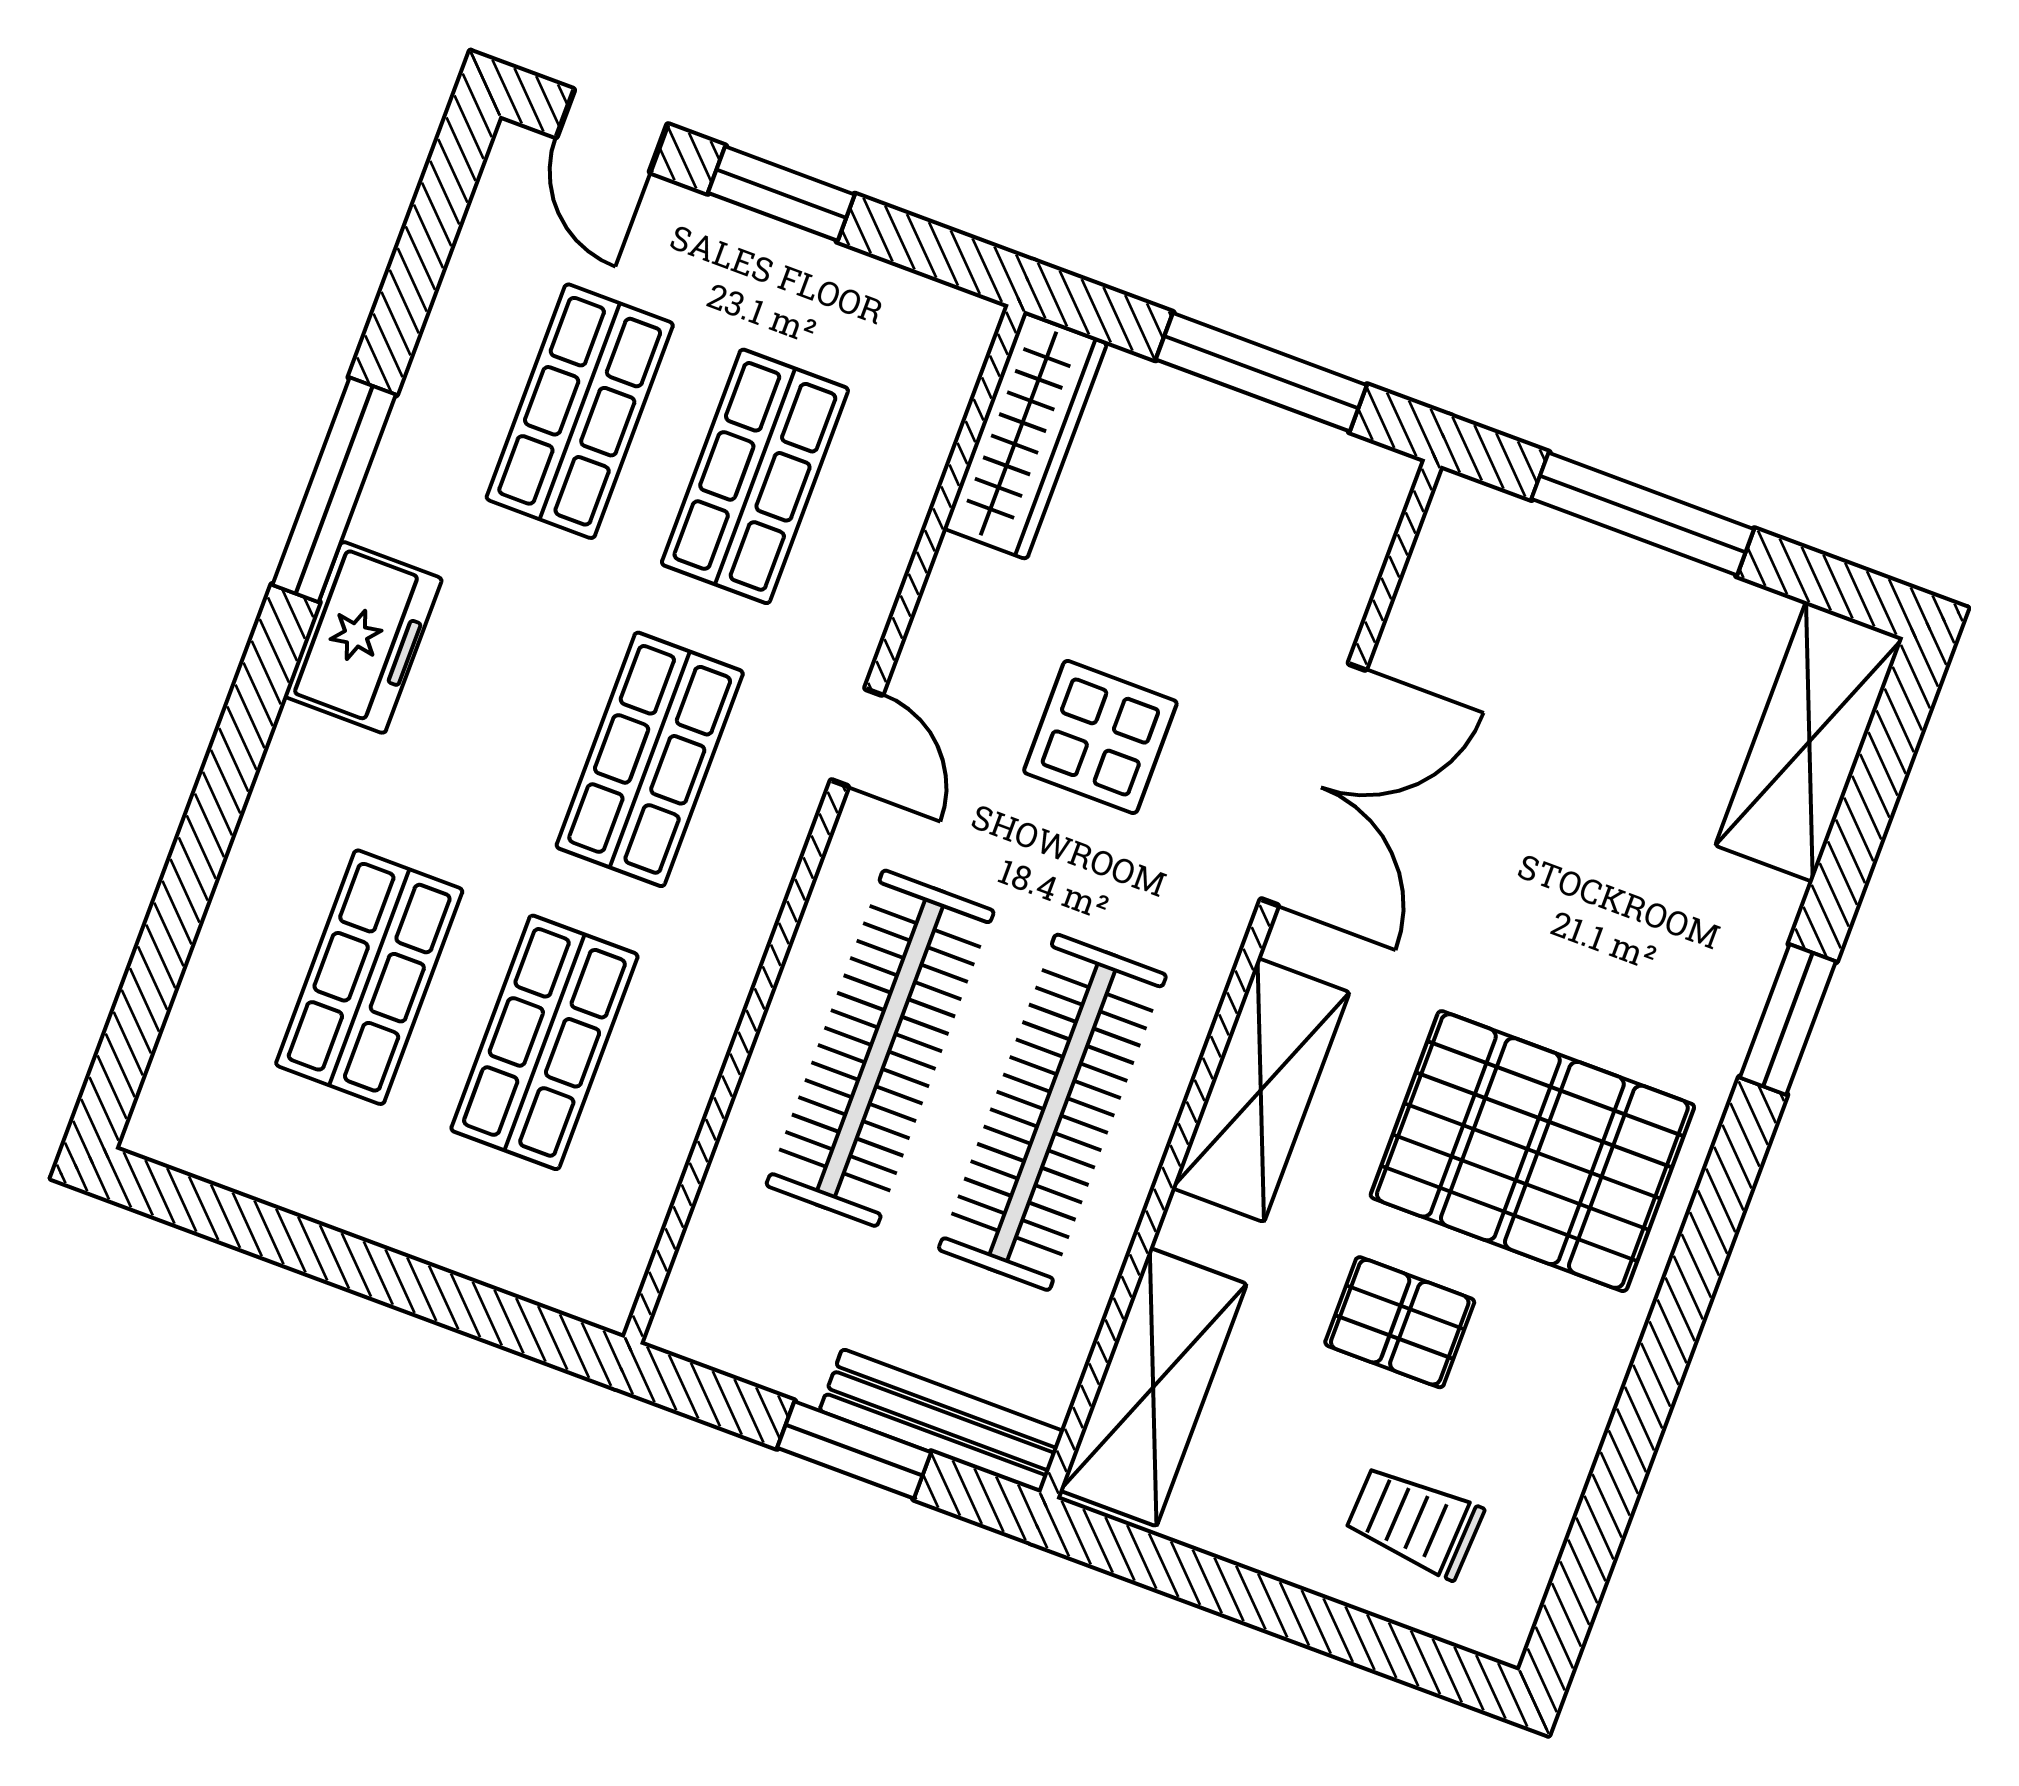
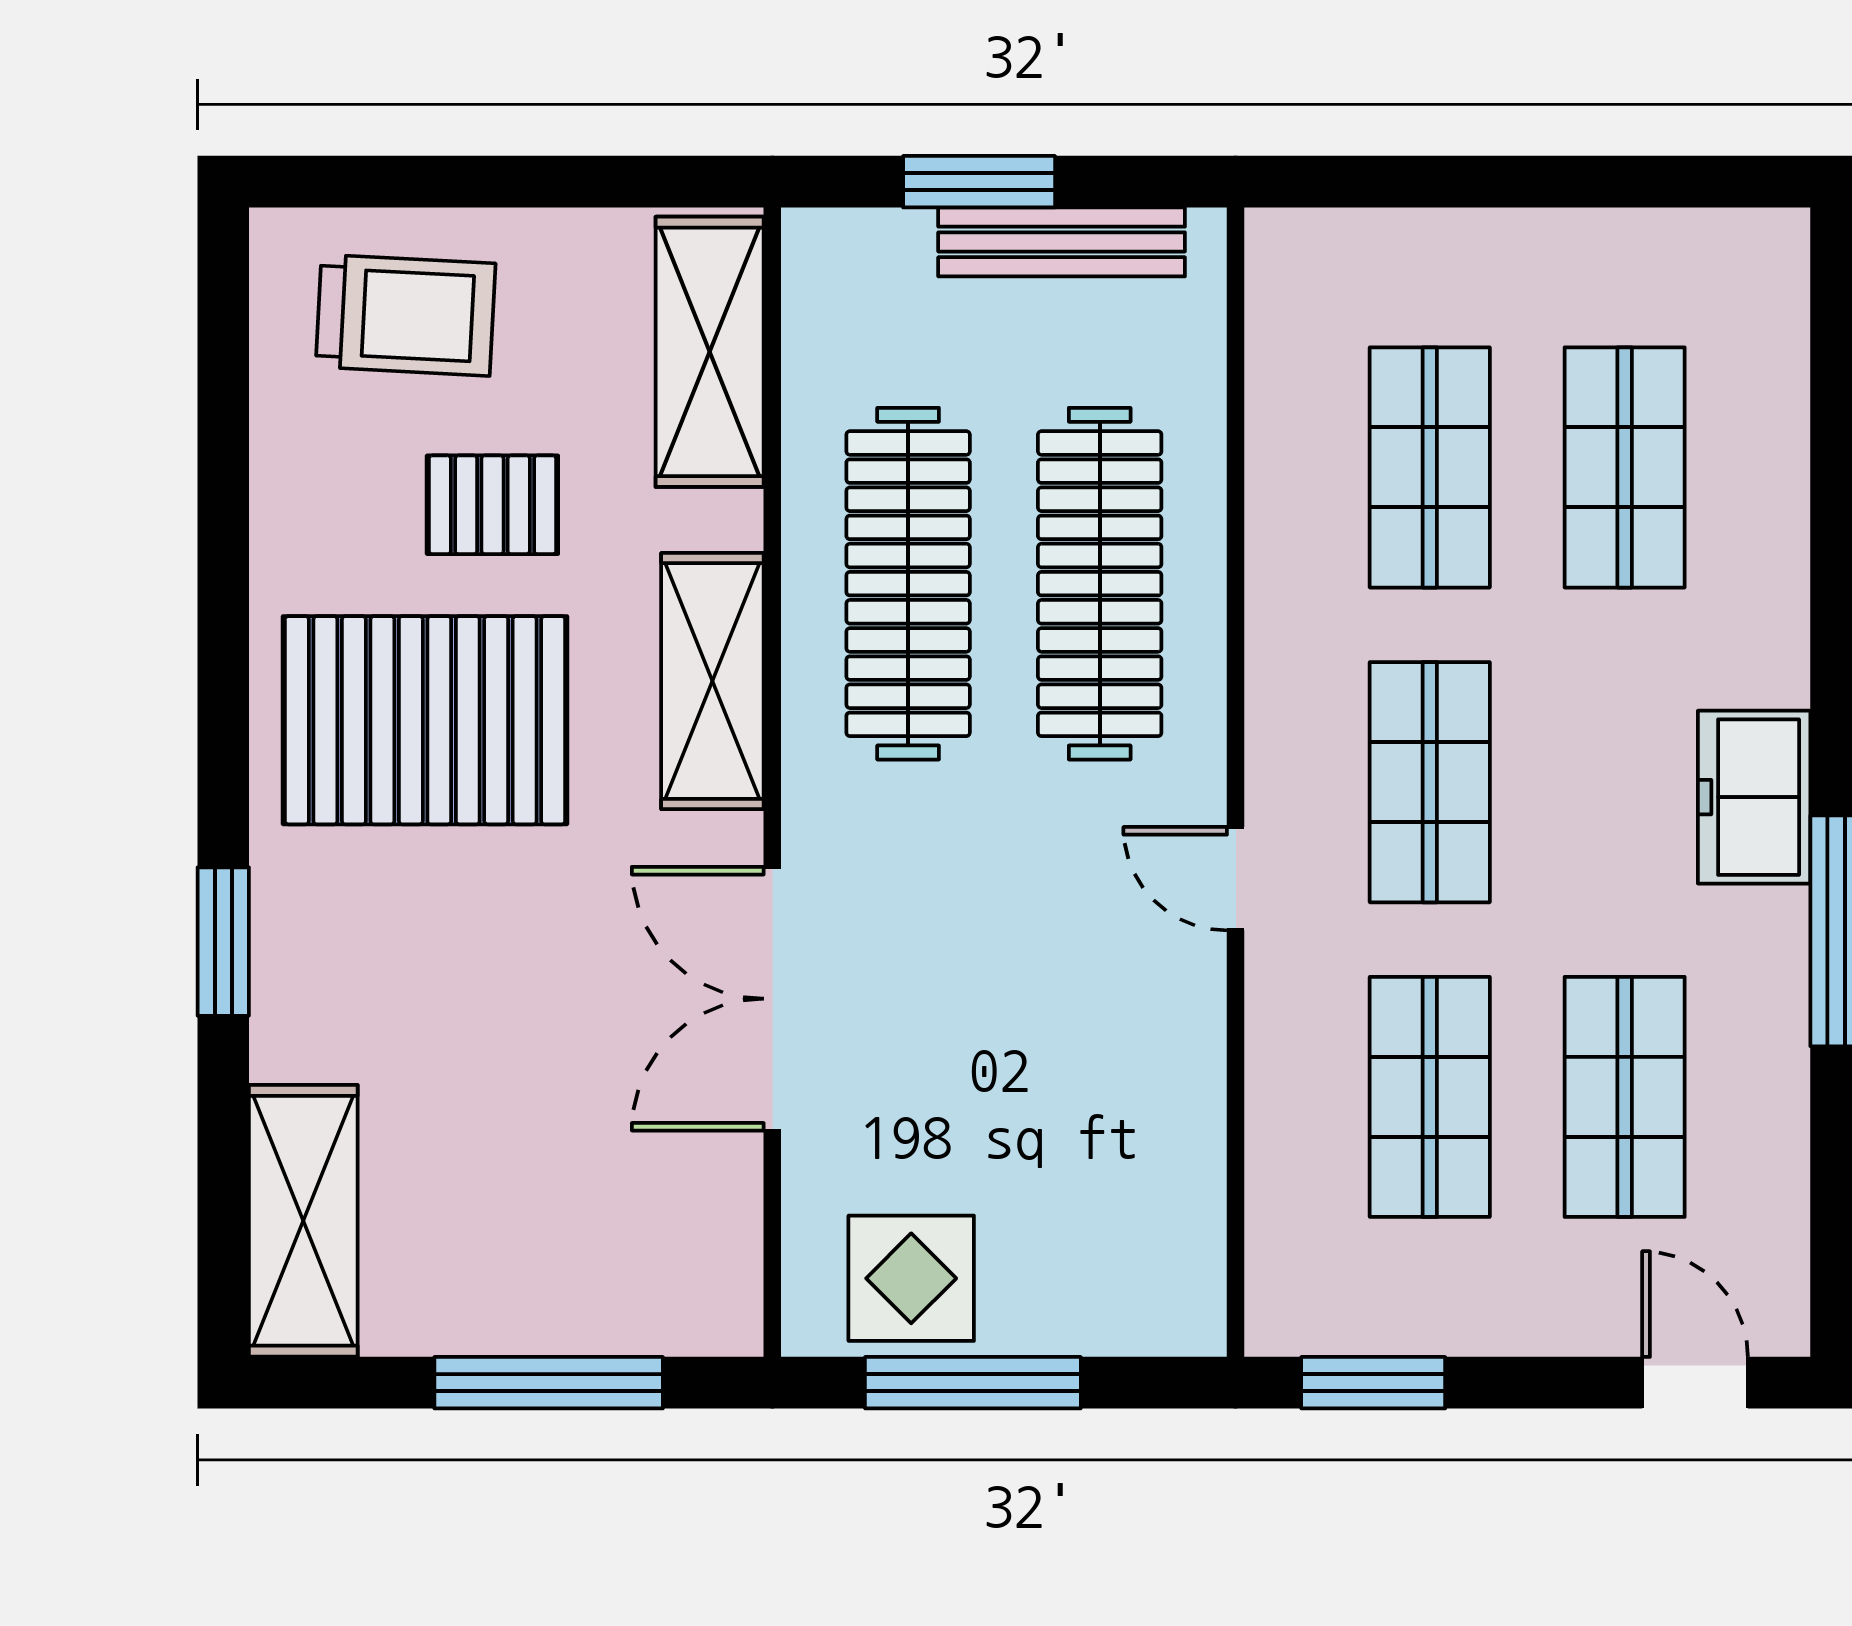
window: (781, 194) -> (1373, 1383), moved
wardrobe: (1025, 436) -> (1180, 1235), removed
display table: (1100, 737) -> (911, 1278), moved
bench: (942, 1421) -> (1062, 242), moved
trolley: (1414, 1522) -> (406, 315), width x1.36, depth x1.39

